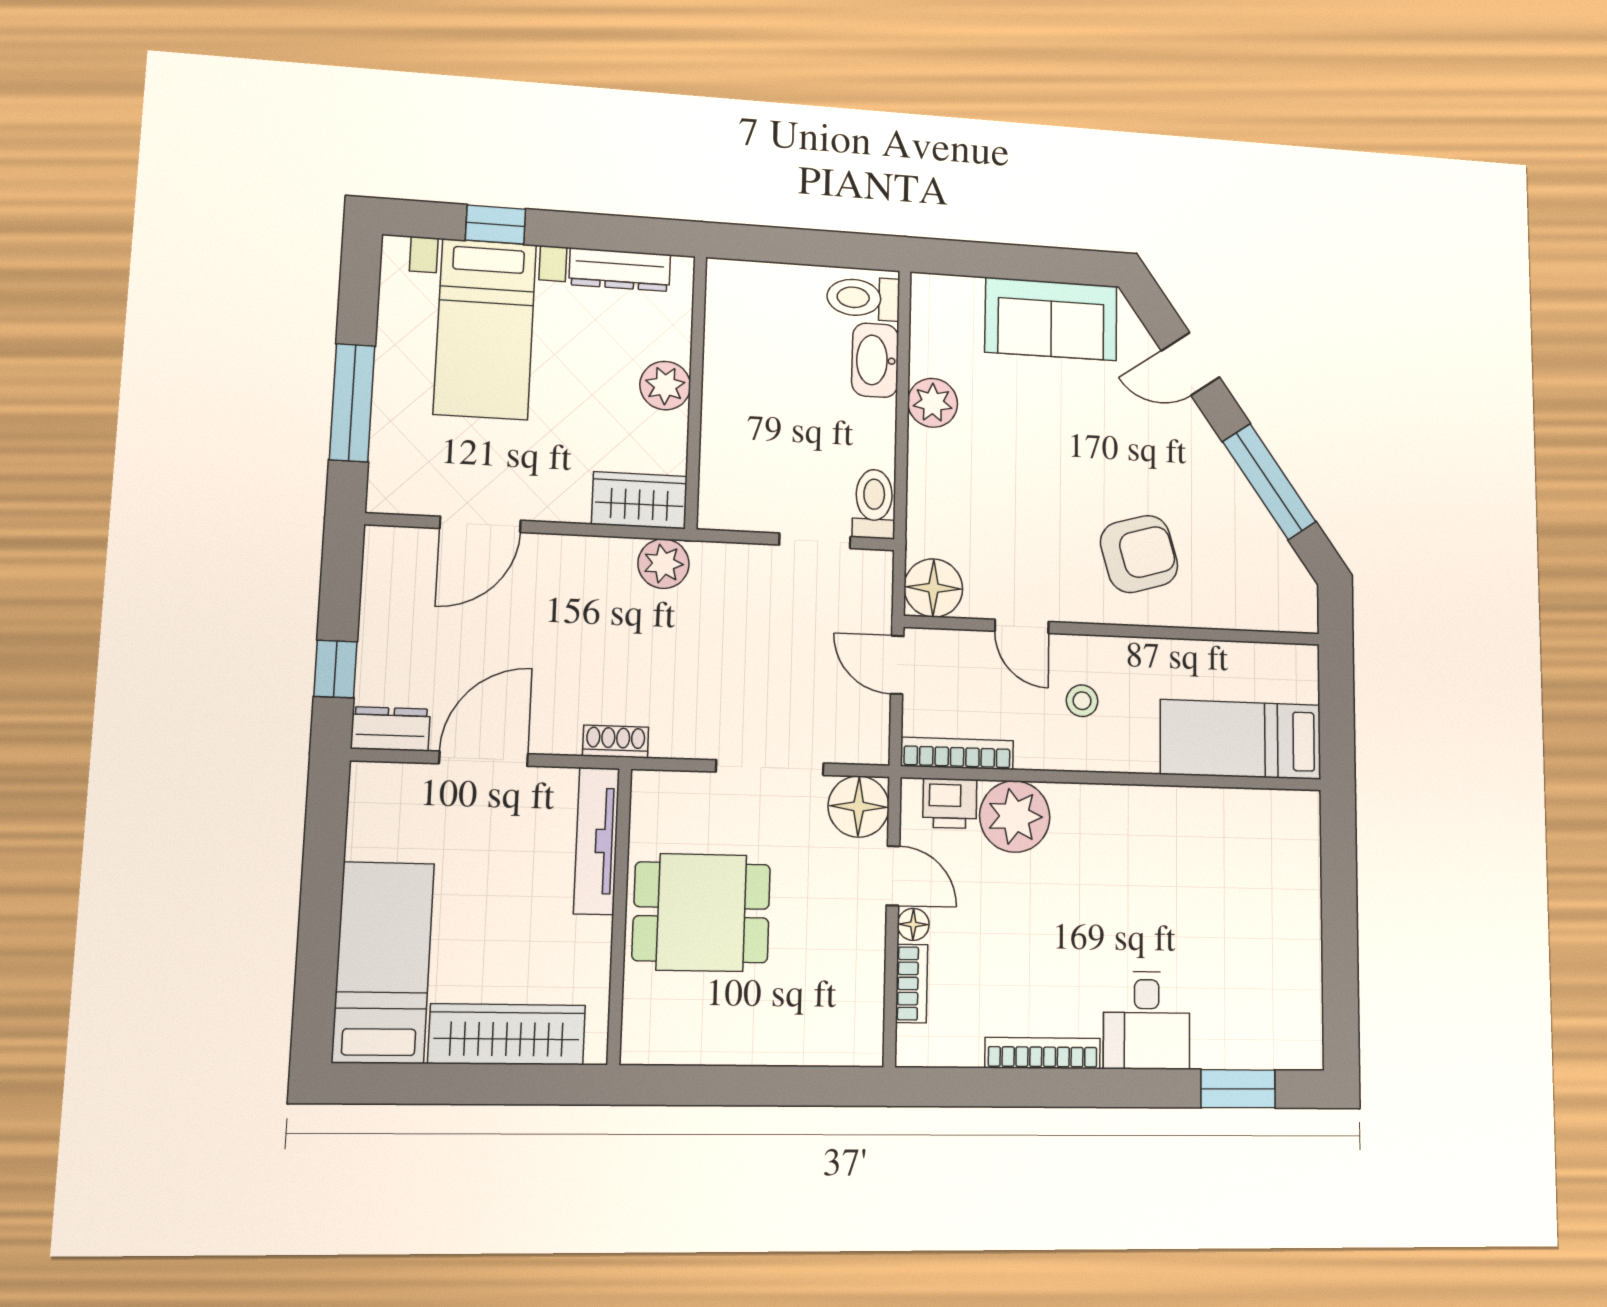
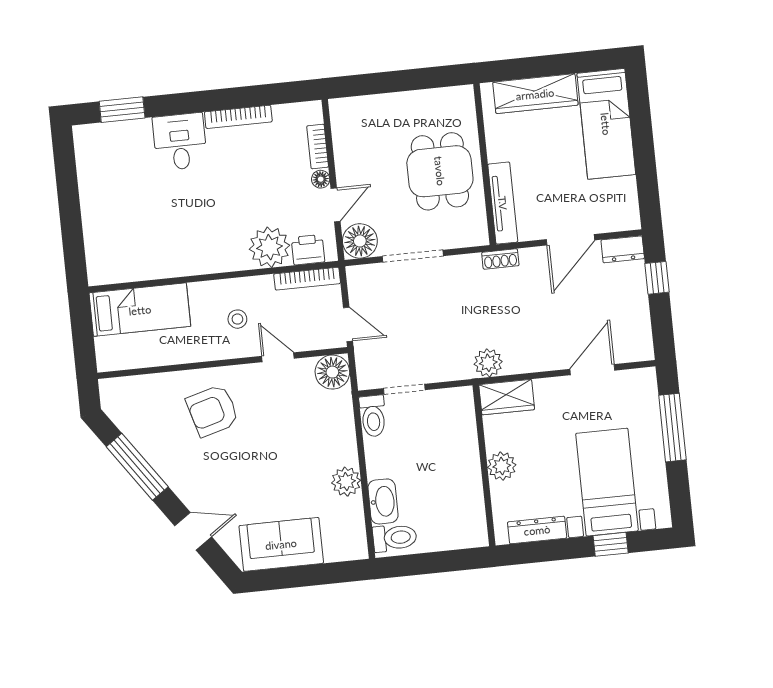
door: (893, 876) -> (336, 205), swing flipped
dining table: (701, 912) -> (440, 171), turned 90

